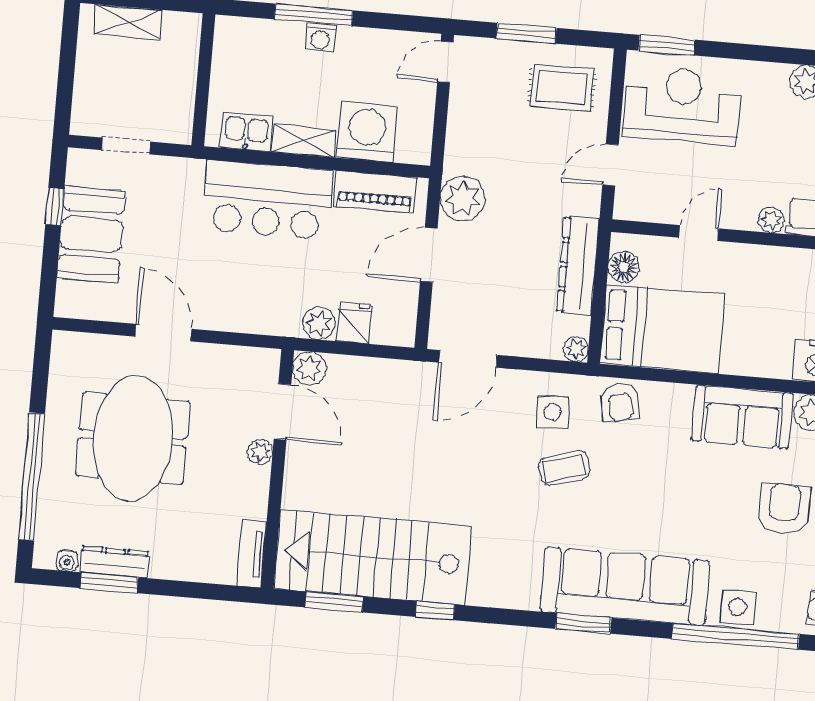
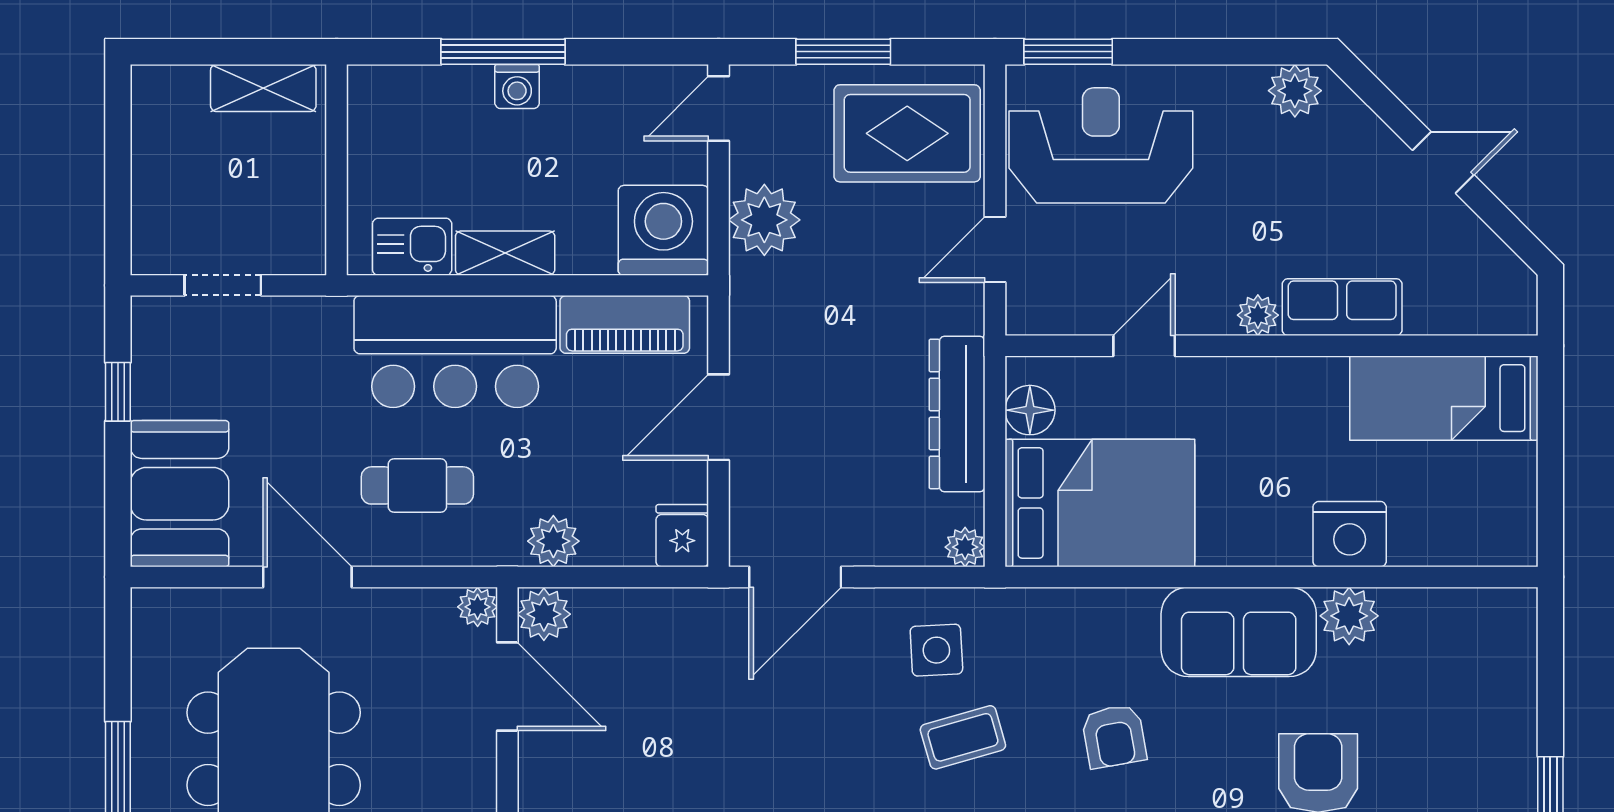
shelving: (128, 22) -> (263, 88), moved
rug: (562, 88) -> (907, 133), width x1.36, depth x1.43
washing machine: (367, 132) -> (663, 230), moved
plant: (462, 199) -> (764, 220), moved
booth: (91, 234) -> (180, 494), moved
cafe table: (237, 281) -> (417, 485), added
fridge: (354, 323) -> (682, 536), moved
armchair: (620, 402) -> (1114, 736), moved
plant: (260, 452) -> (478, 607), moved

